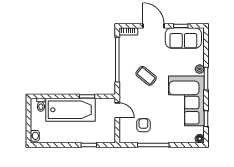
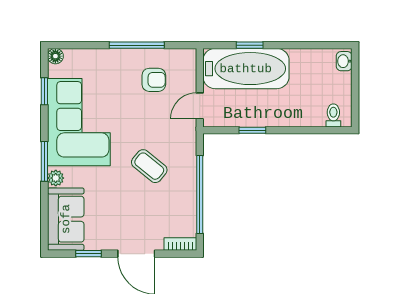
sofa: (183, 38) -> (66, 219), moved, turned 90
bathtub: (71, 110) -> (246, 69), moved, turned 180
door: (117, 110) -> (200, 106), hinge flipped
armchair: (143, 125) -> (154, 80), turned -90

